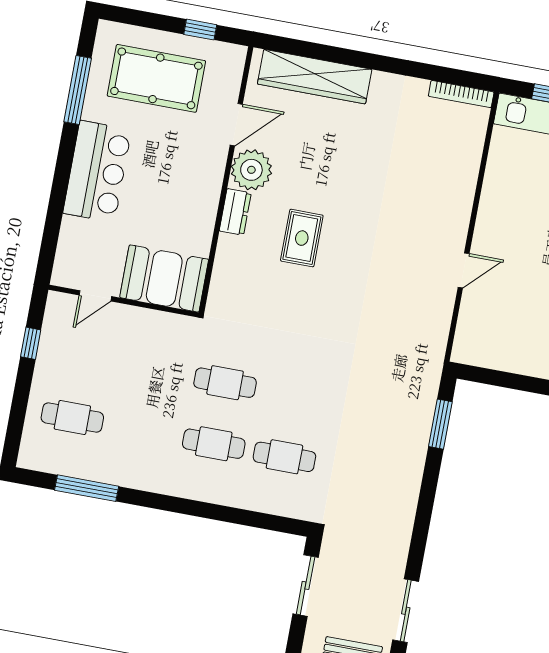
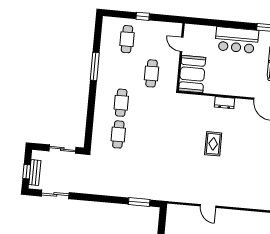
plant: (251, 170) -> (244, 108), removed
rug: (302, 238) -> (213, 144), moved, turned 90
window: (31, 343) -> (143, 16), moved
cafe table: (225, 383) -> (152, 73), moved
window: (87, 488) -> (95, 66), moved

